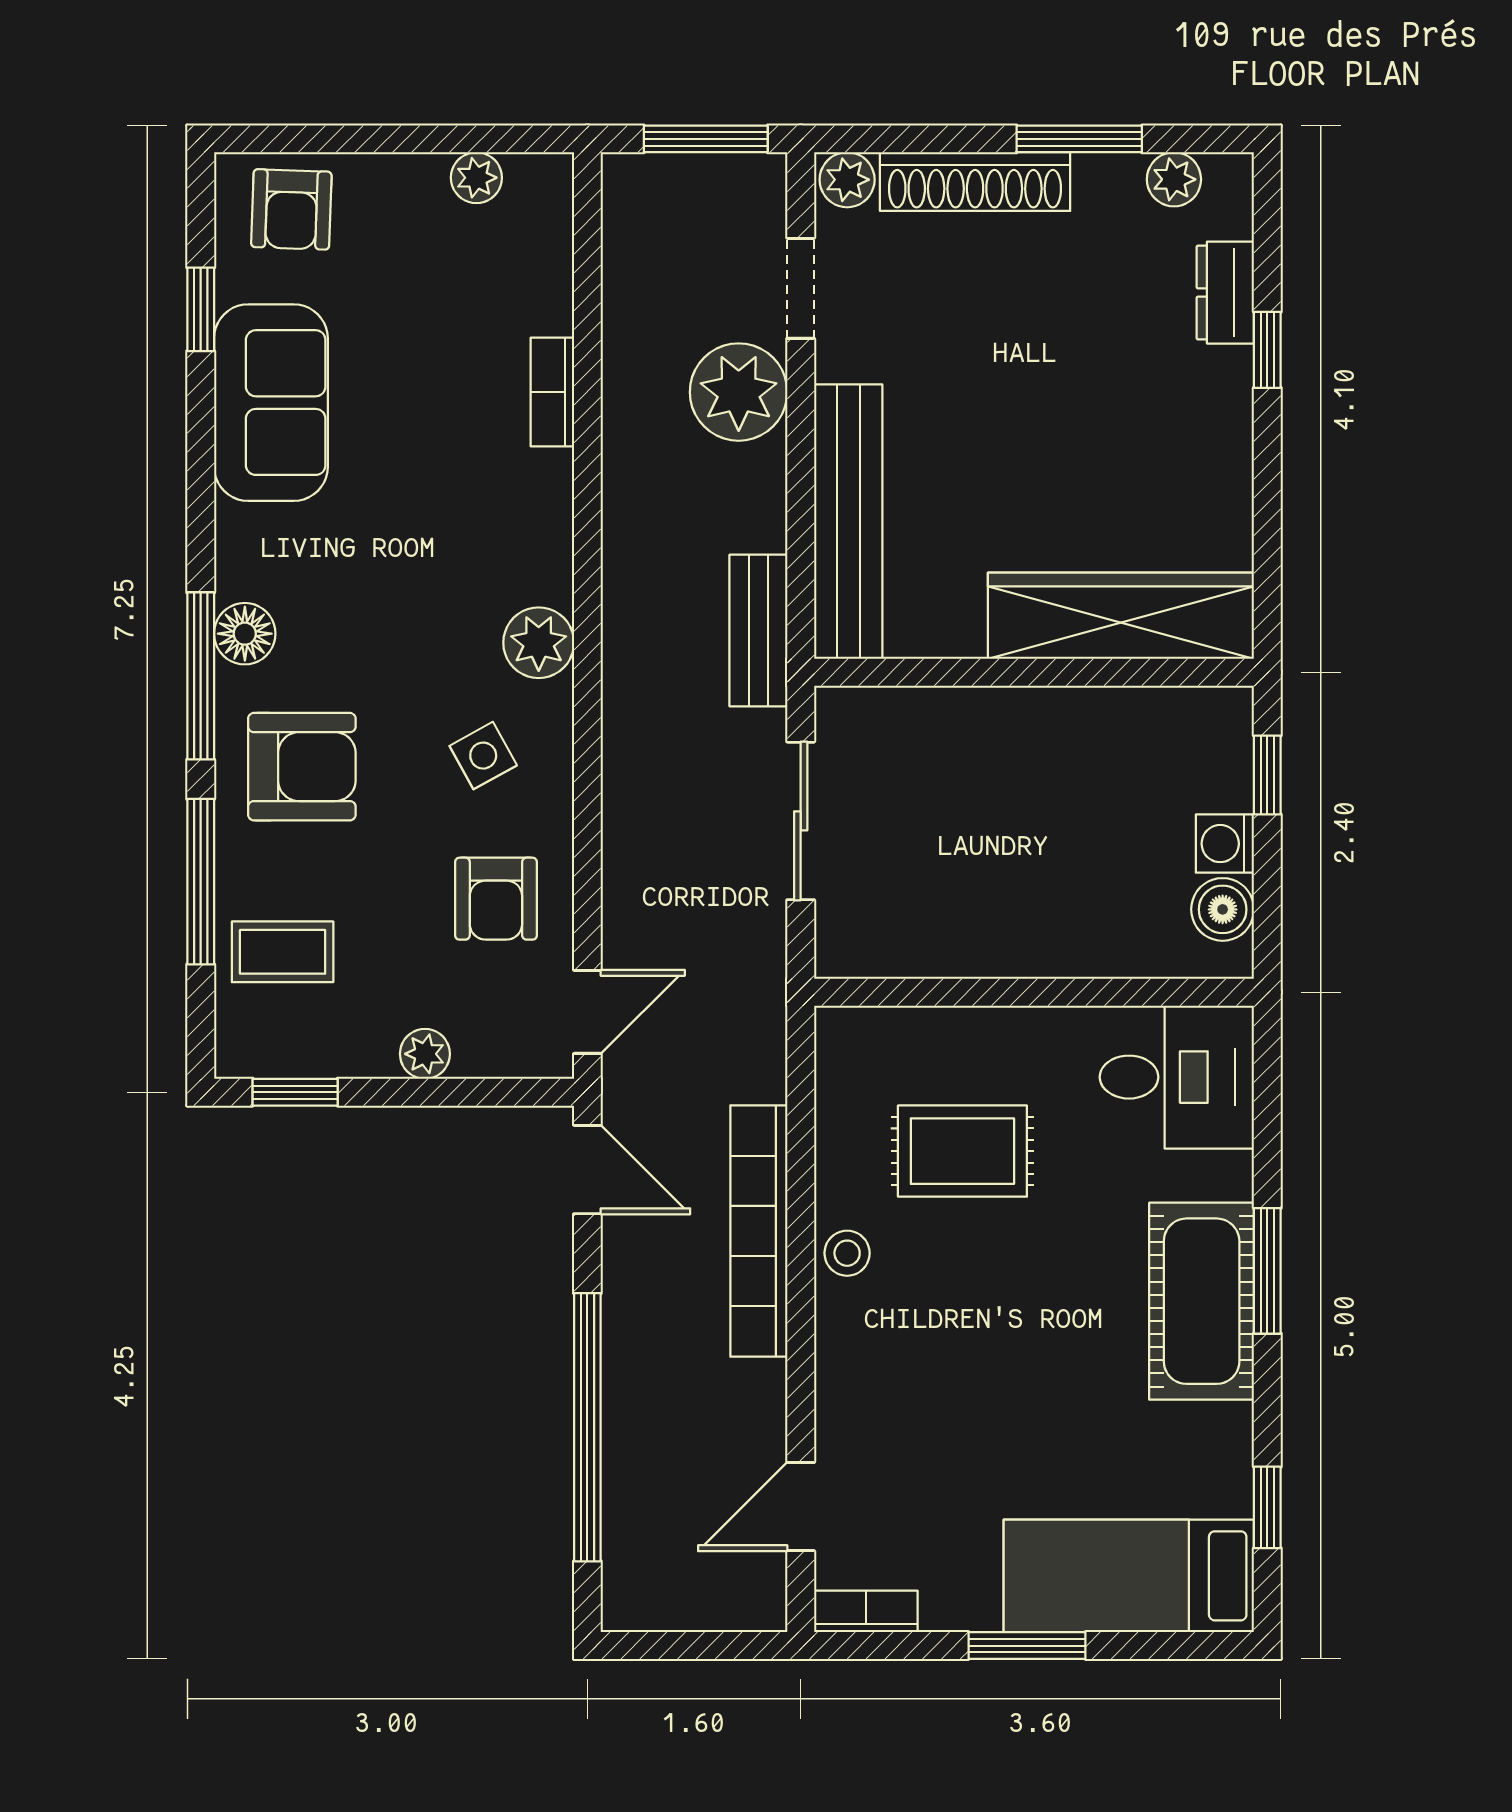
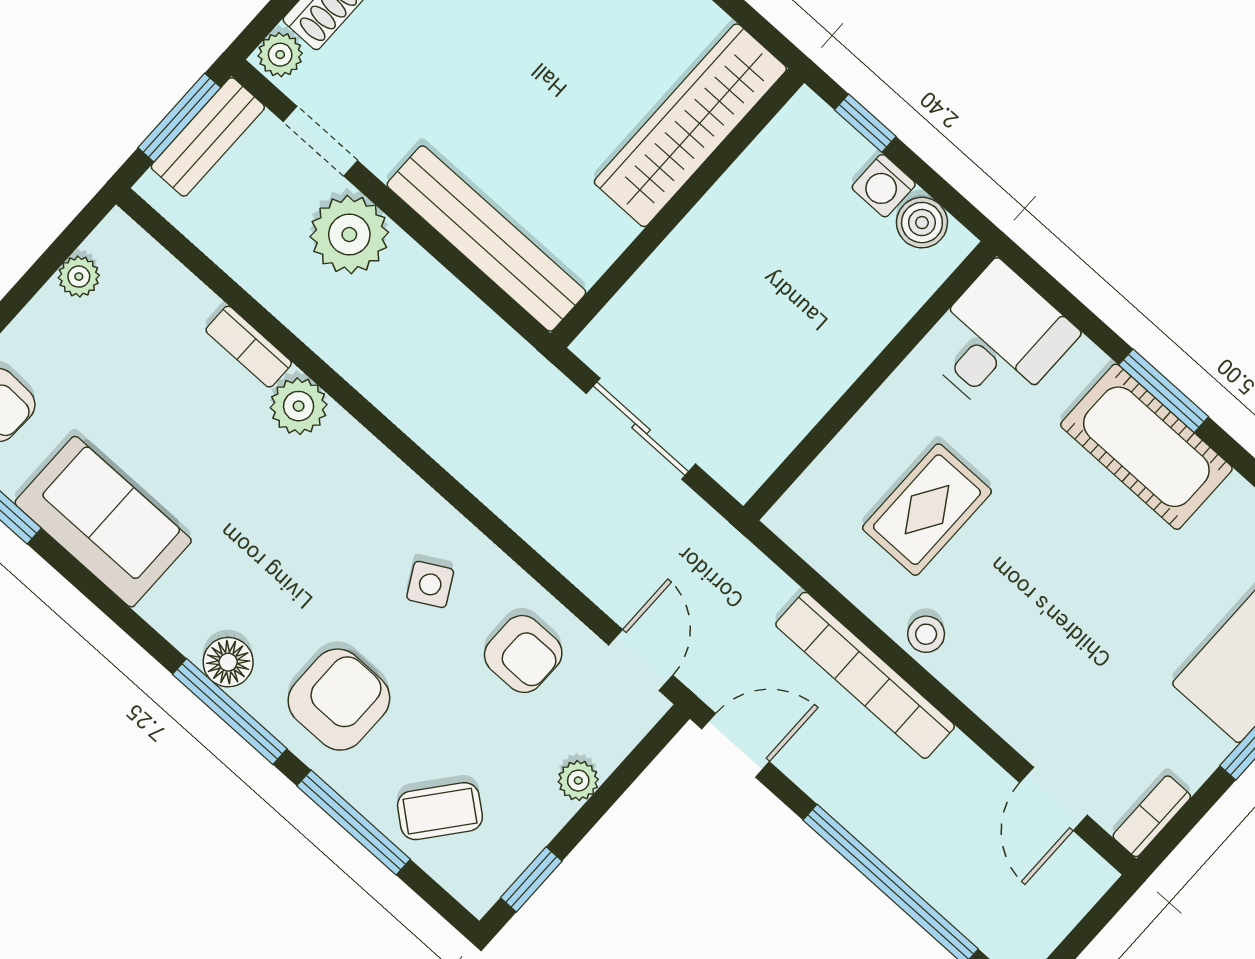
bench: (758, 631) -> (208, 137), moved, turned 90
plant: (539, 643) -> (299, 406), moved
coffee table: (283, 952) -> (440, 811), turned 39

